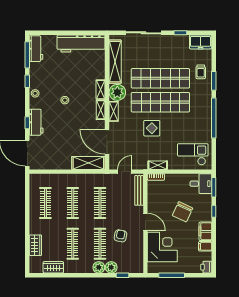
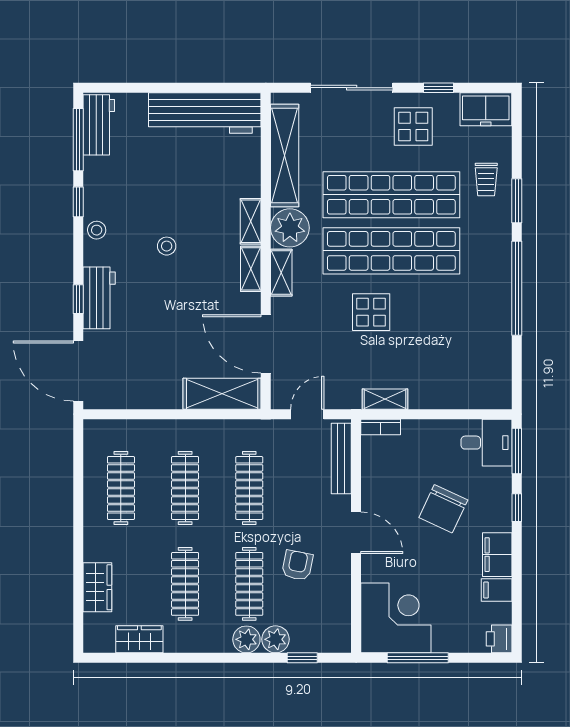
display table: (170, 49) -> (413, 126), added
checkout: (193, 154) -> (467, 374), removed
corner desk: (162, 247) -> (396, 618), moved

